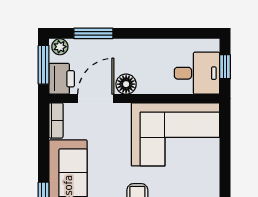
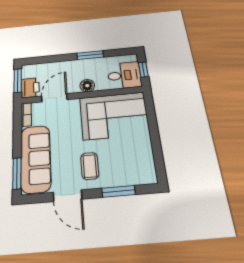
window: (93, 33) -> (90, 55), moved
plant: (60, 47) -> (29, 69), removed
floor lamp: (126, 84) -> (87, 86), moved

